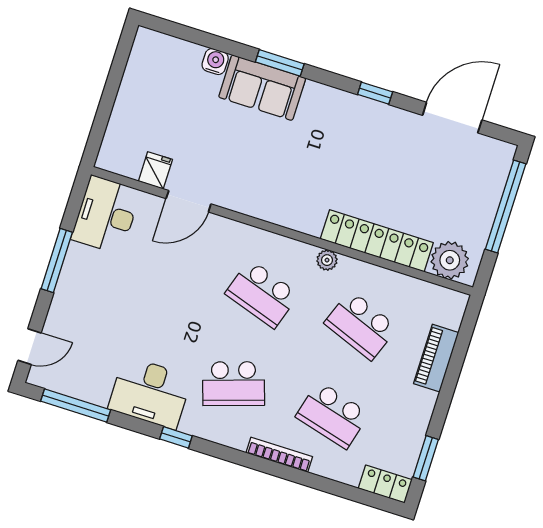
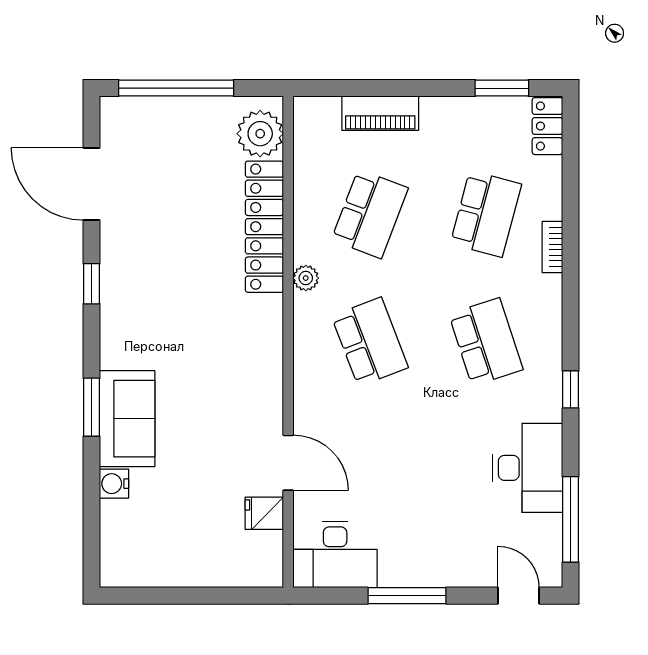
school desk: (262, 294) -> (370, 342), turned -39
desk: (150, 393) -> (528, 468), moved
bookcase: (279, 455) -> (552, 247), width x0.64

